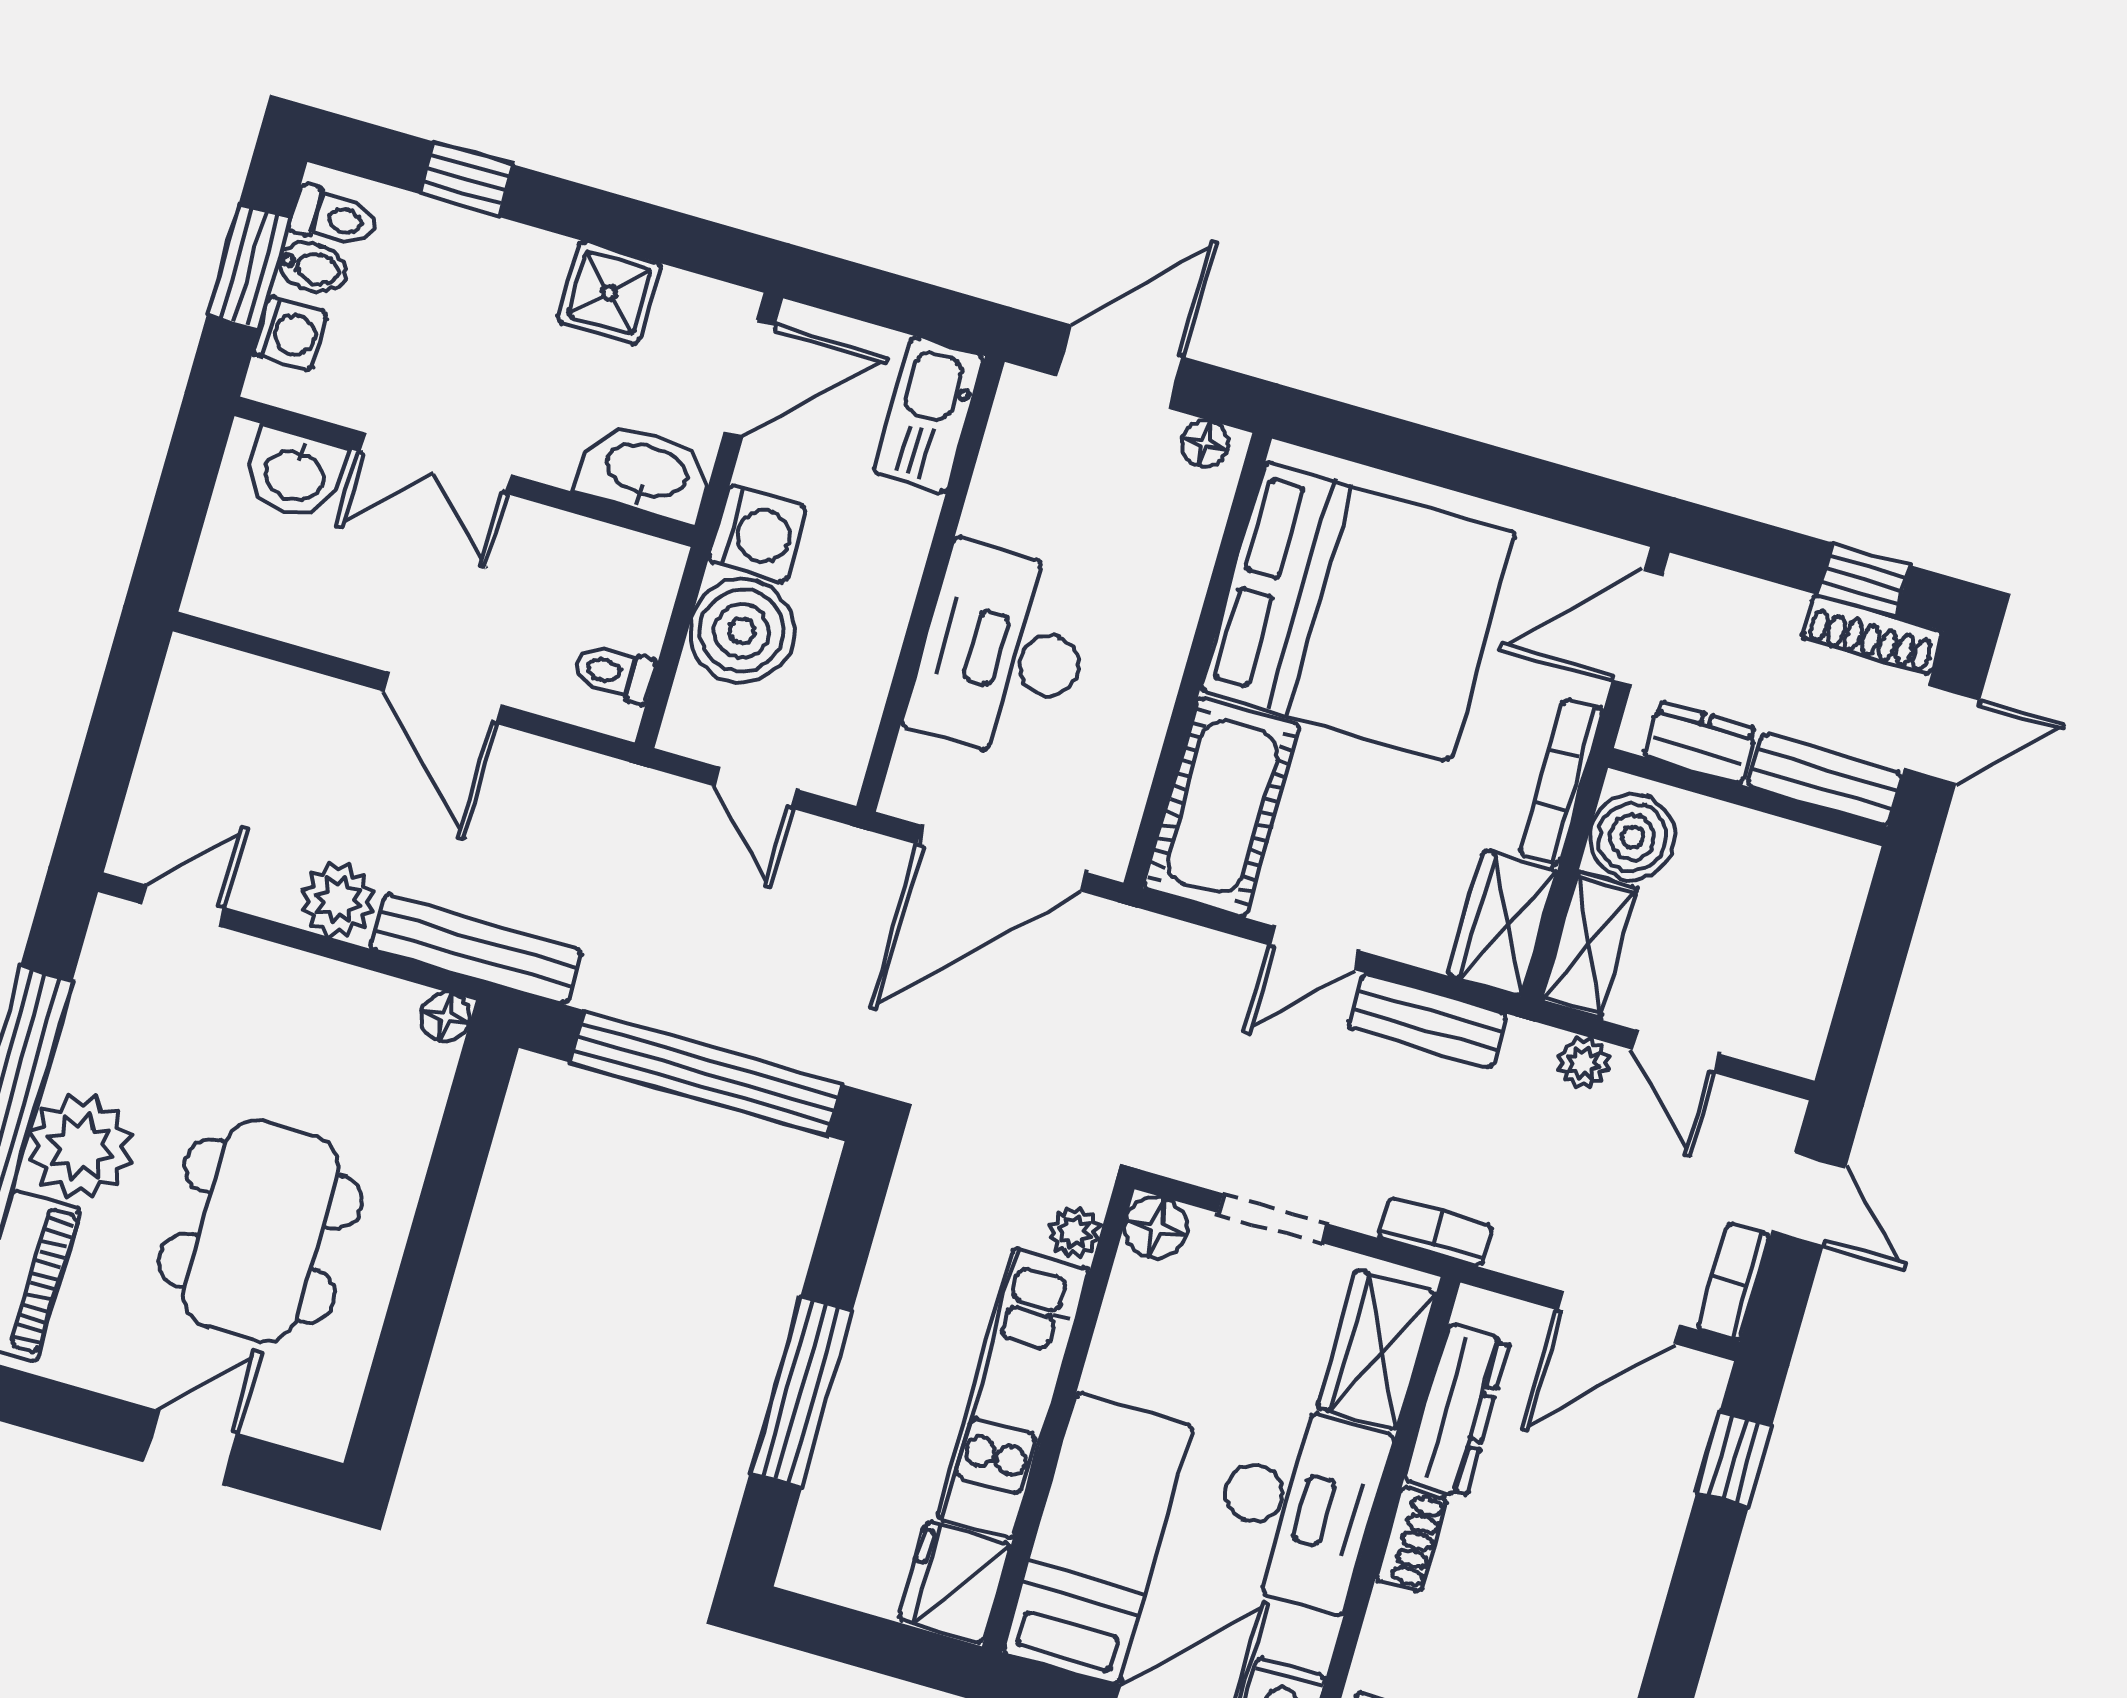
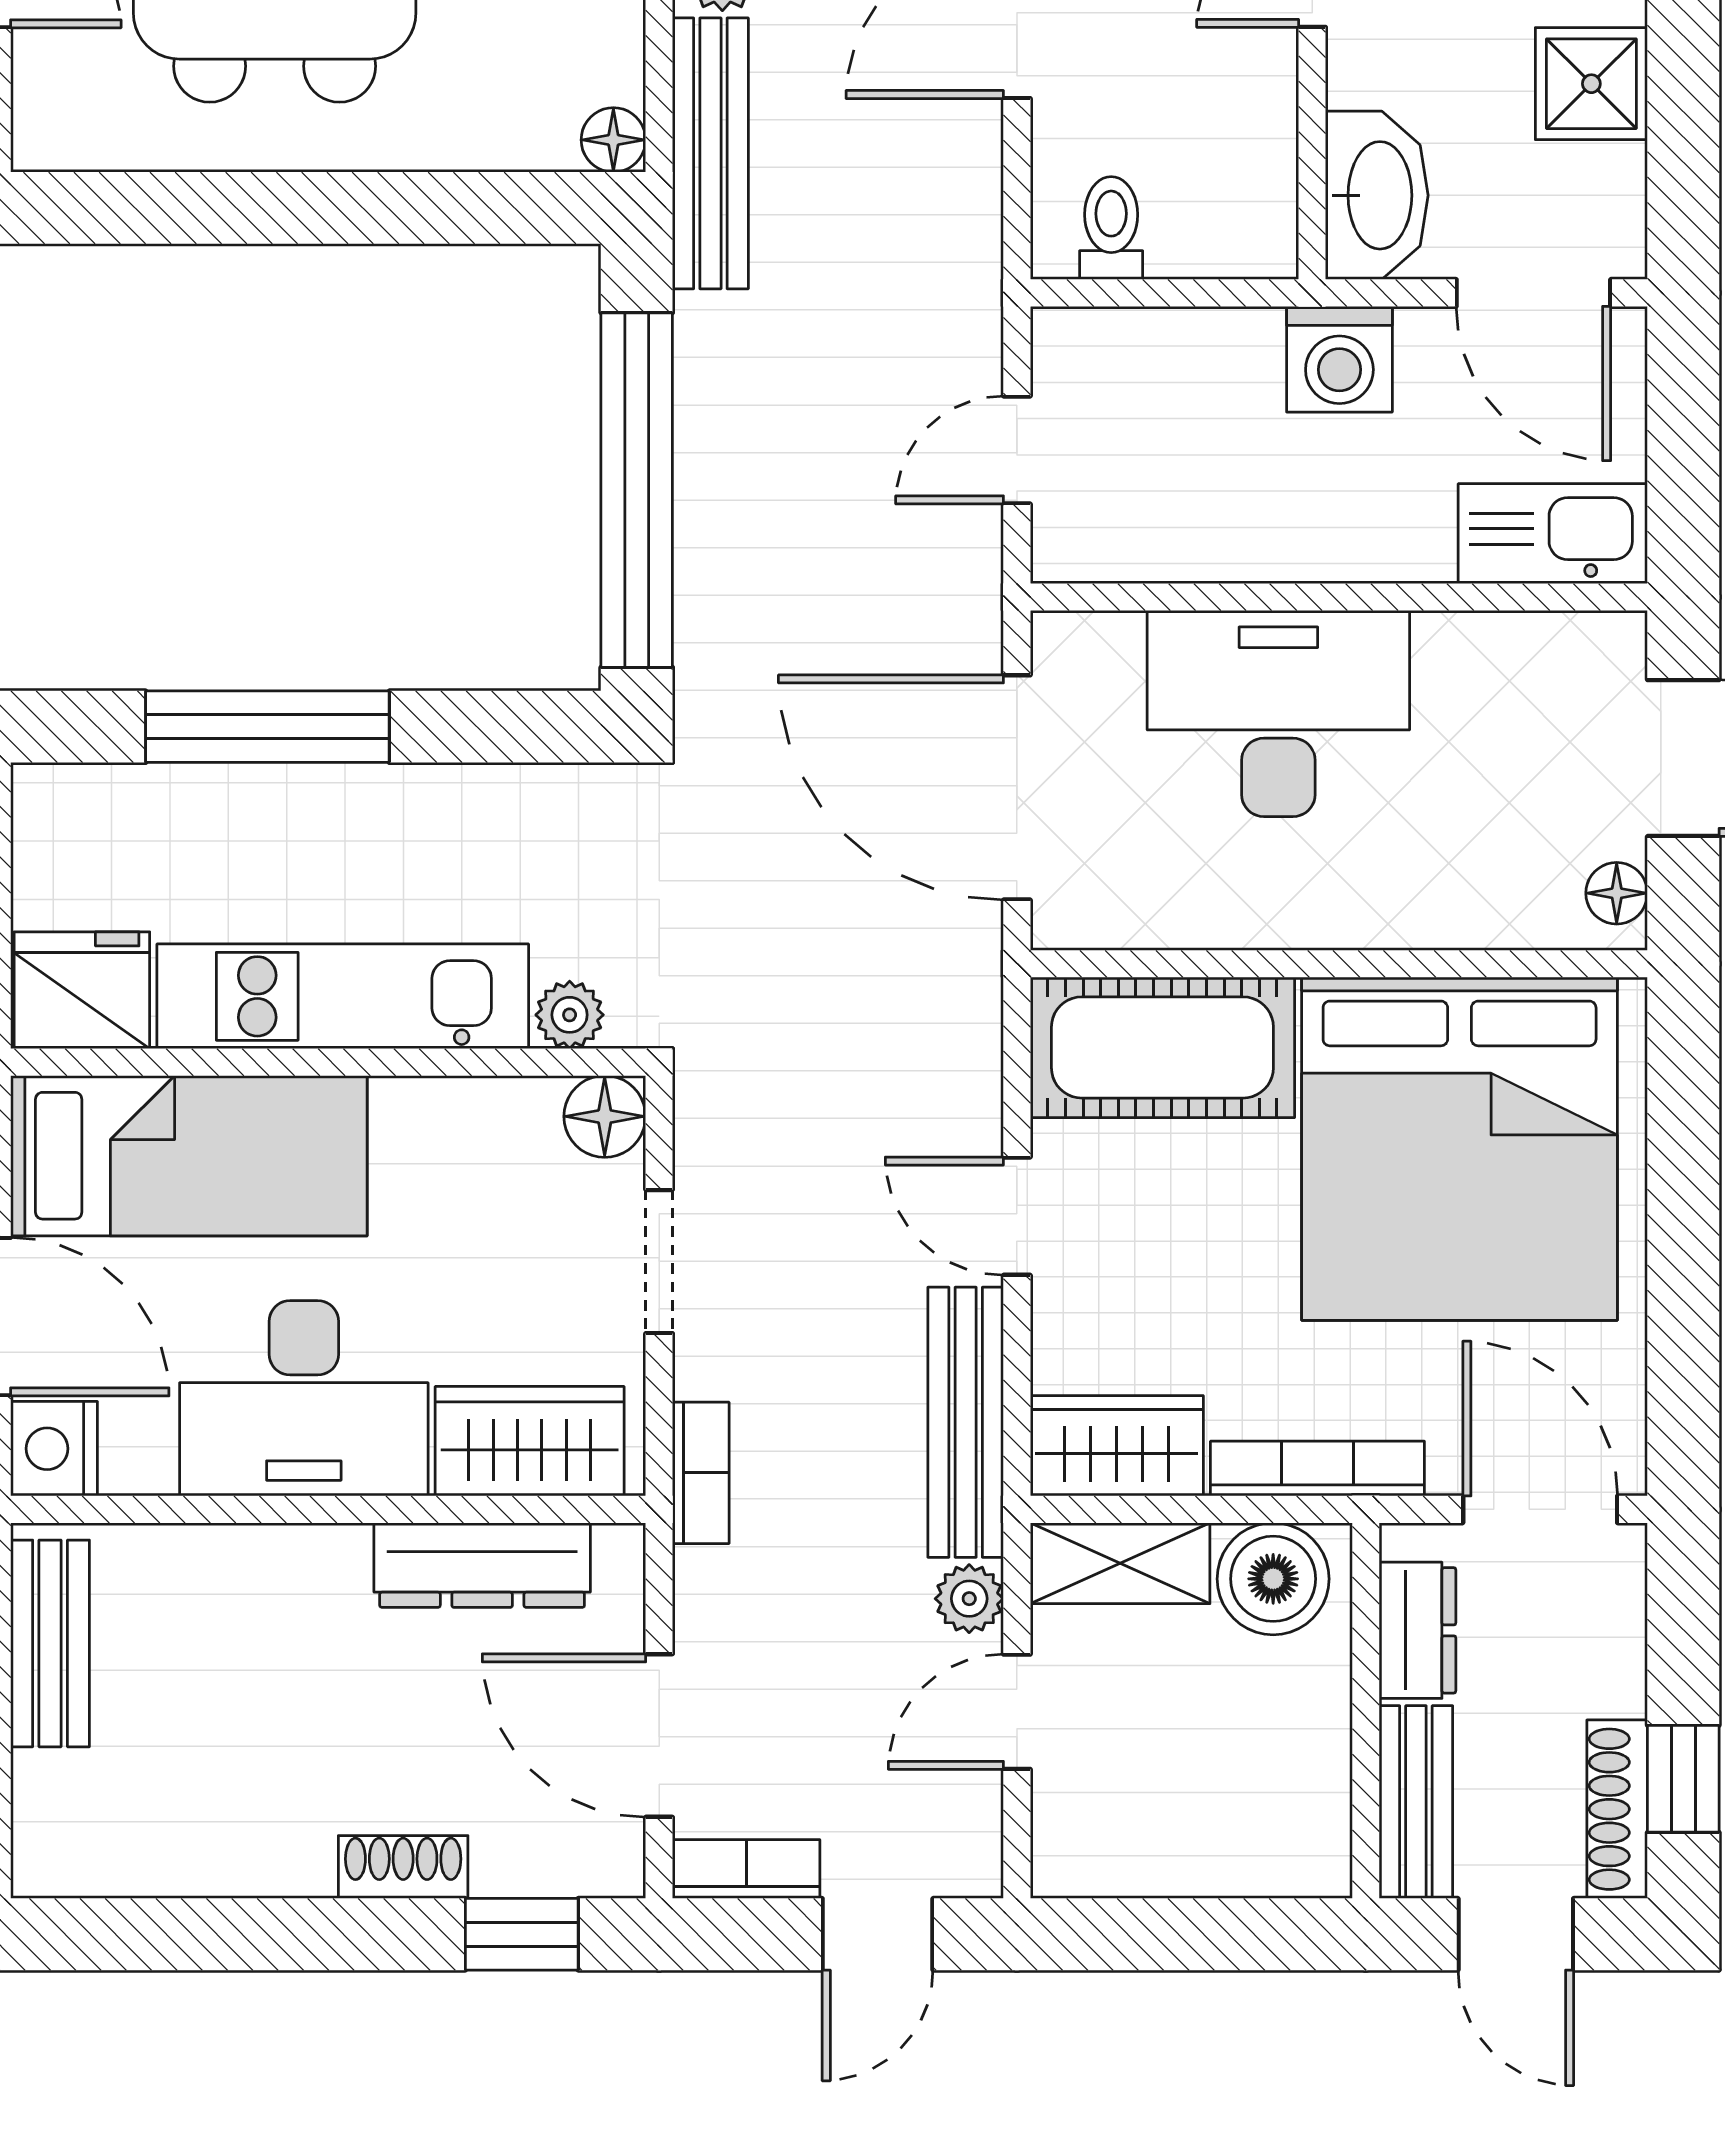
boiler: (742, 631) -> (1211, 375), removed
bench: (1428, 1021) -> (966, 1422), width x1.36
shoe rack: (1411, 1540) -> (403, 1867), moved, turned 180

